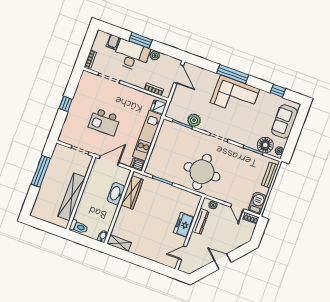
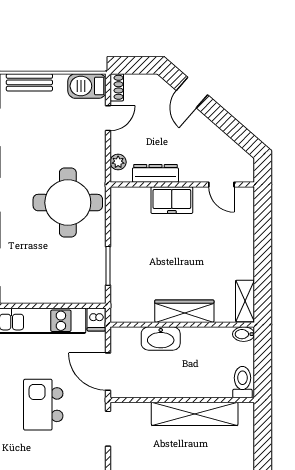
kitchen island: (104, 122) -> (43, 405), turned 180
wardrobe: (132, 192) -> (184, 311), moved
door: (223, 261) -> (192, 93), moved

